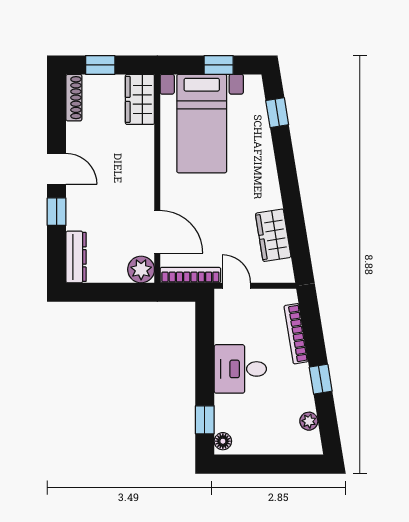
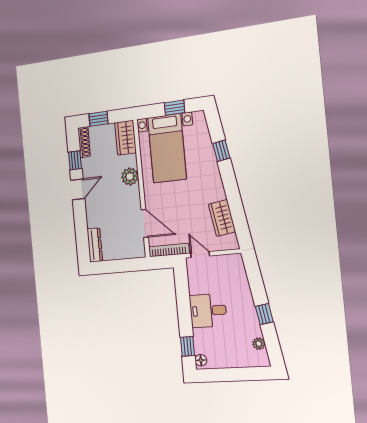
window: (277, 113) -> (221, 151), moved
door: (57, 169) -> (78, 189), hinge flipped
window: (57, 212) -> (75, 160), moved
plant: (141, 269) -> (130, 177), moved
bookcase: (296, 334) -> (244, 284), removed

